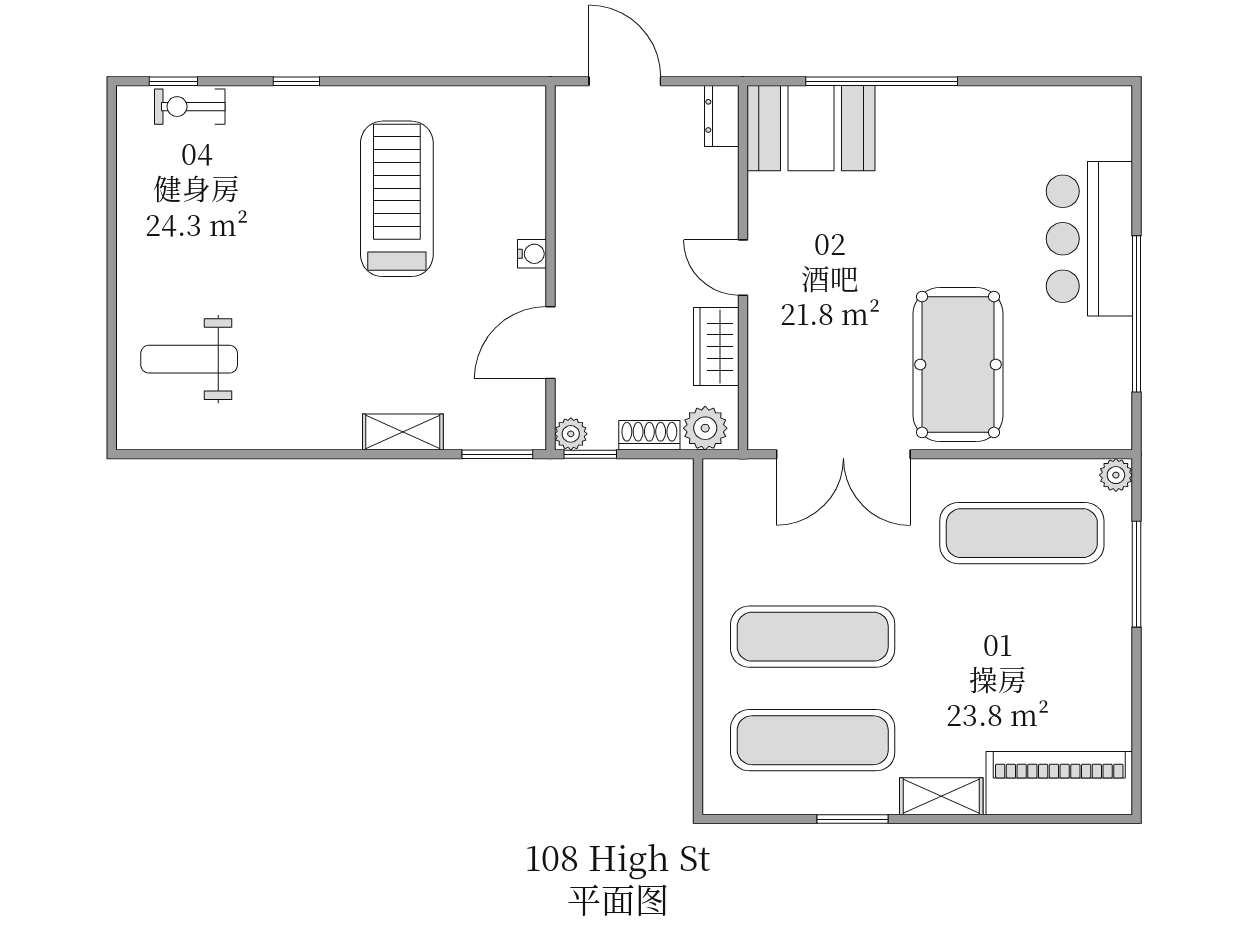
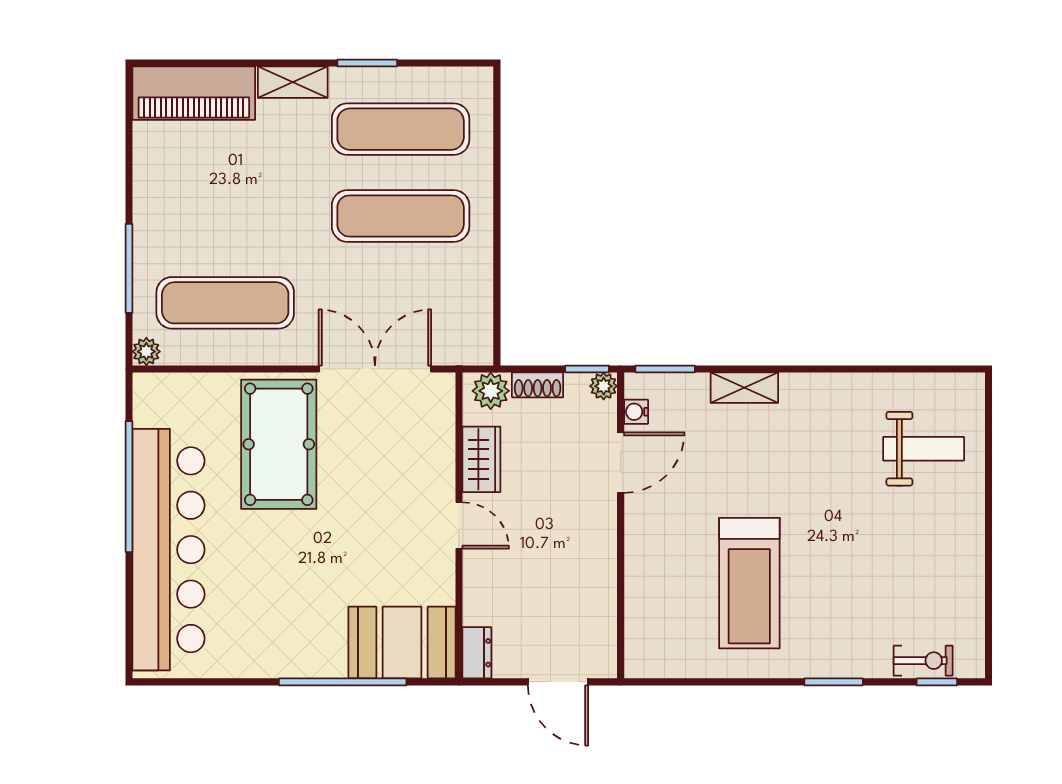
window: (296, 81) -> (834, 682), width x1.50
bar counter: (1089, 239) -> (168, 550), width x1.86
water cooler: (532, 254) -> (636, 412), moved

